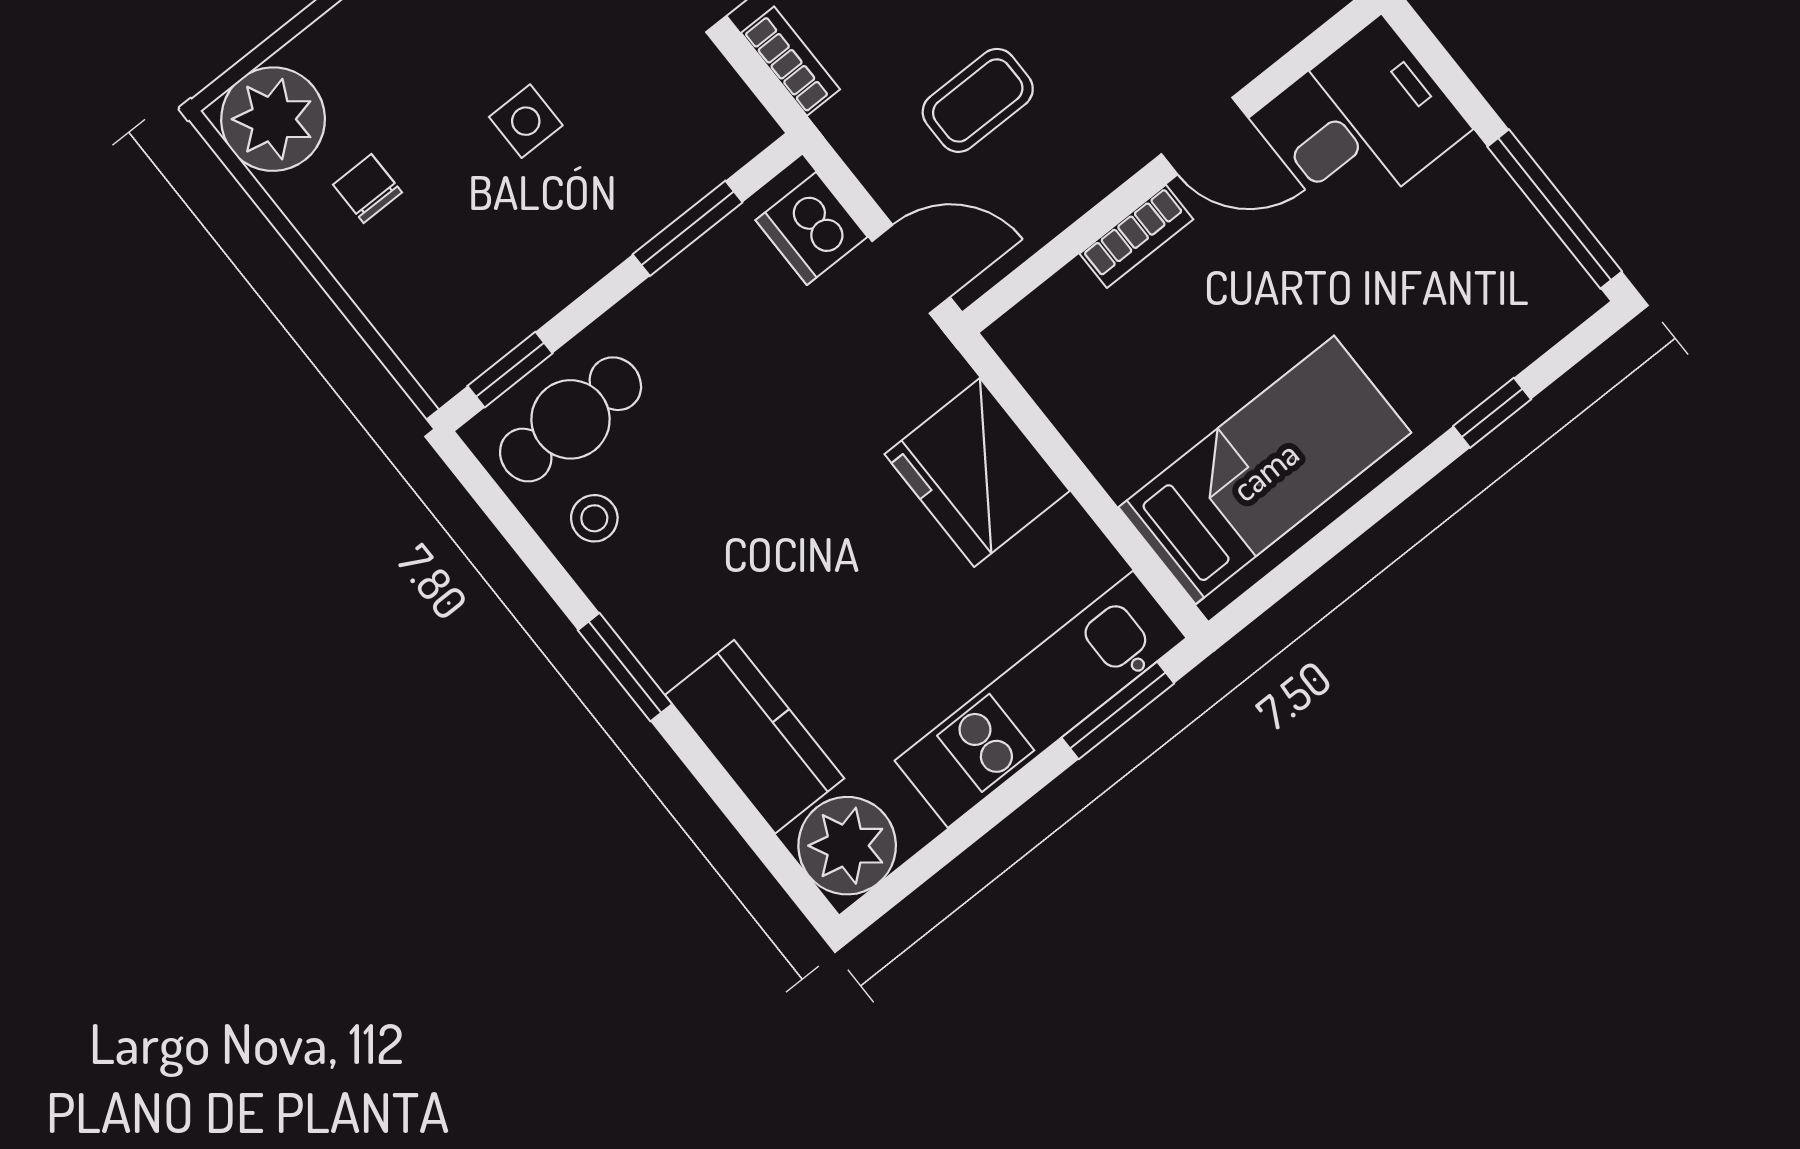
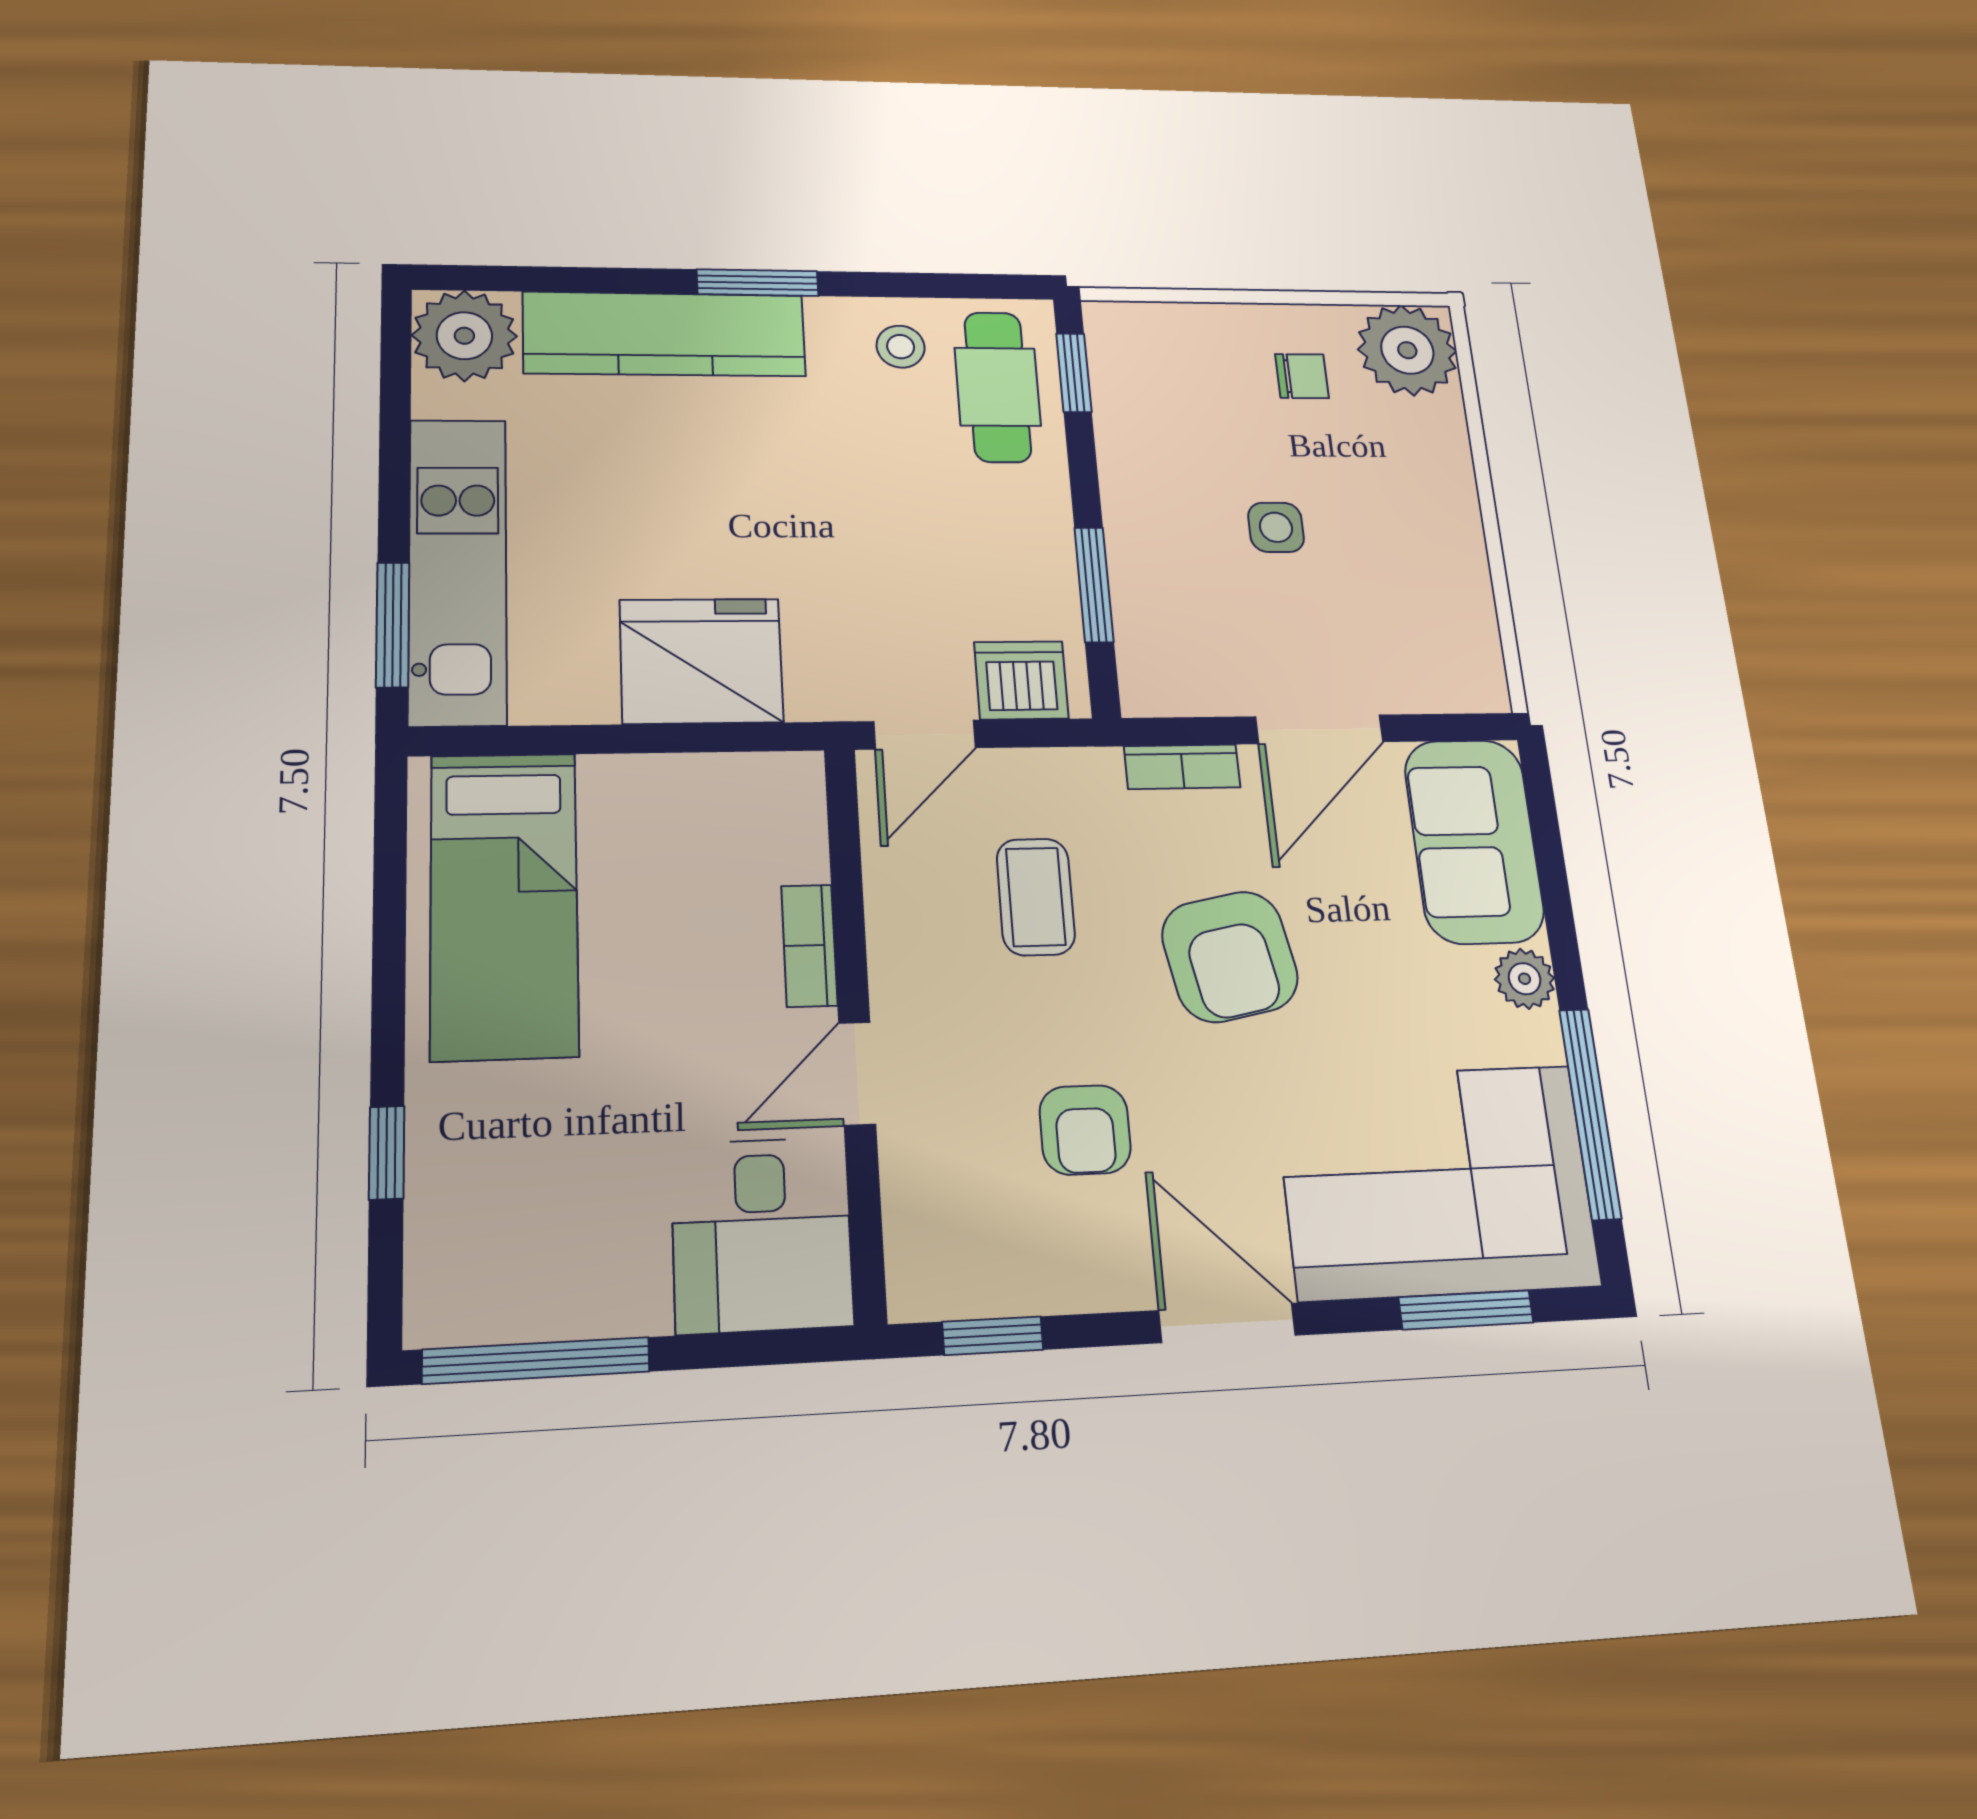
kitchen counter: (755, 737) -> (665, 334), width x1.50

